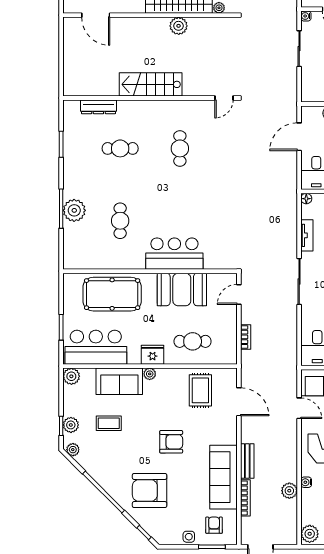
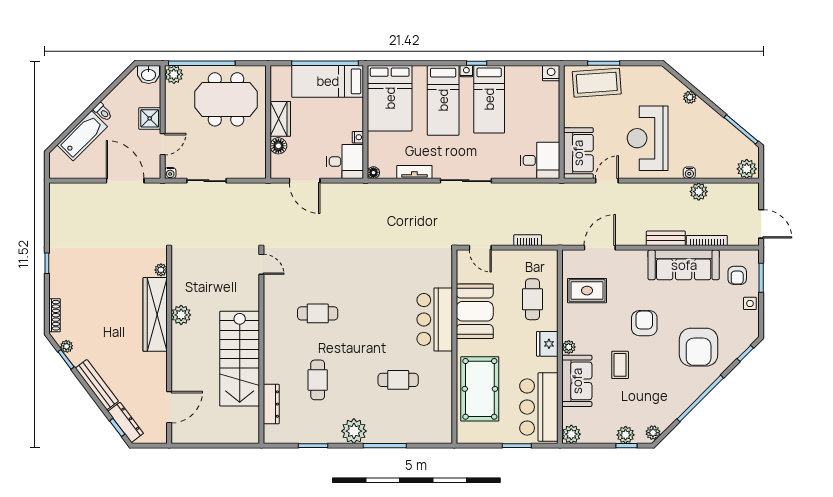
stairs: (151, 84) -> (240, 359), width x1.36, depth x1.51
plant: (74, 210) -> (354, 431), moved
coffee table: (109, 423) -> (620, 365), moved
armchair: (214, 525) -> (737, 275), turned -90

